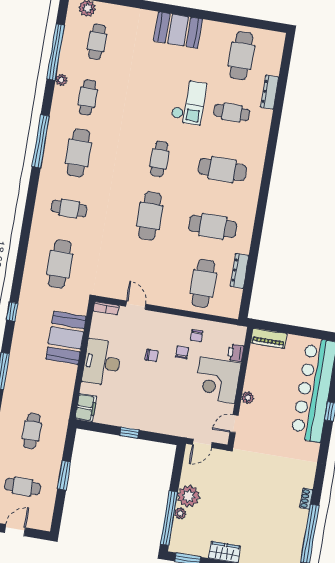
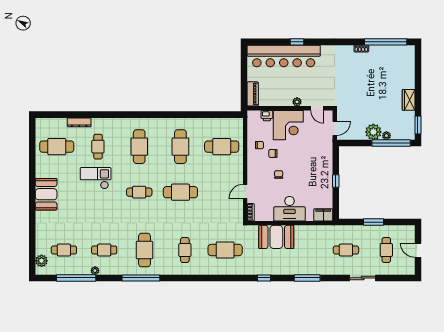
cafe table: (78, 153) -> (145, 250), turned 90
dresser: (240, 271) -> (209, 122), removed
door: (202, 443) -> (335, 128), hinge flipped

